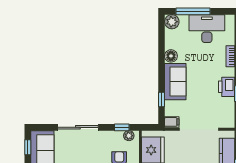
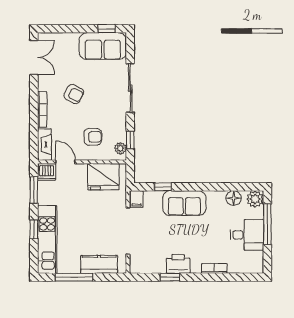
desk: (207, 29) -> (247, 235), width x0.73
floor lamp: (171, 56) -> (234, 198), moved

